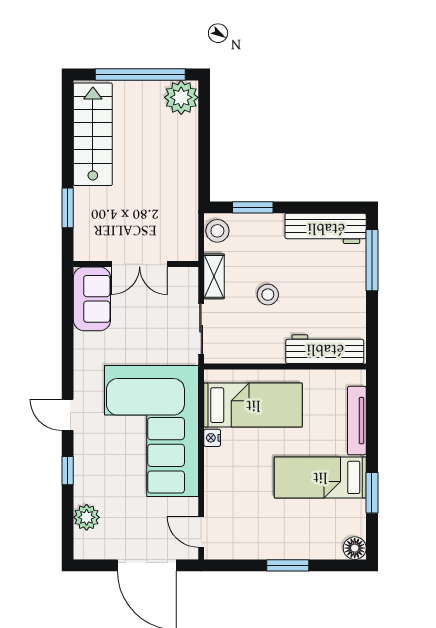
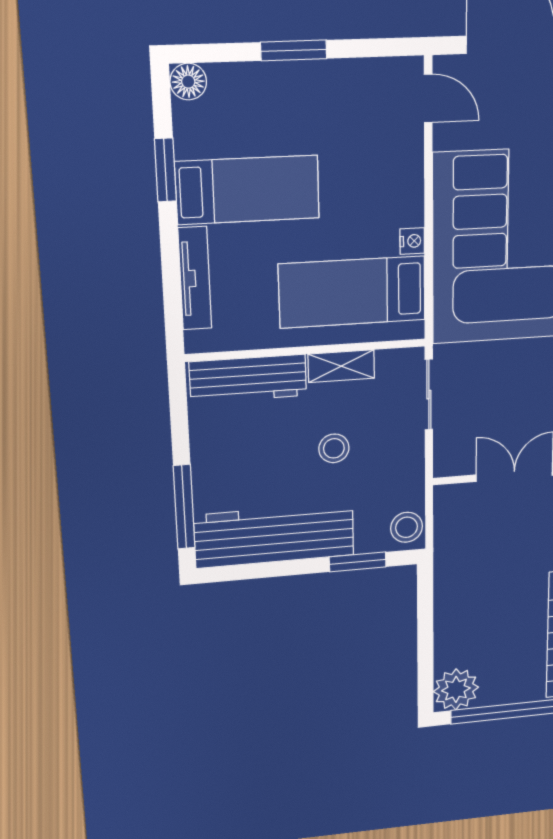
workbench: (326, 228) -> (274, 535), width x1.36, depth x1.32
shelving: (214, 276) -> (341, 366), moved, turned 90

